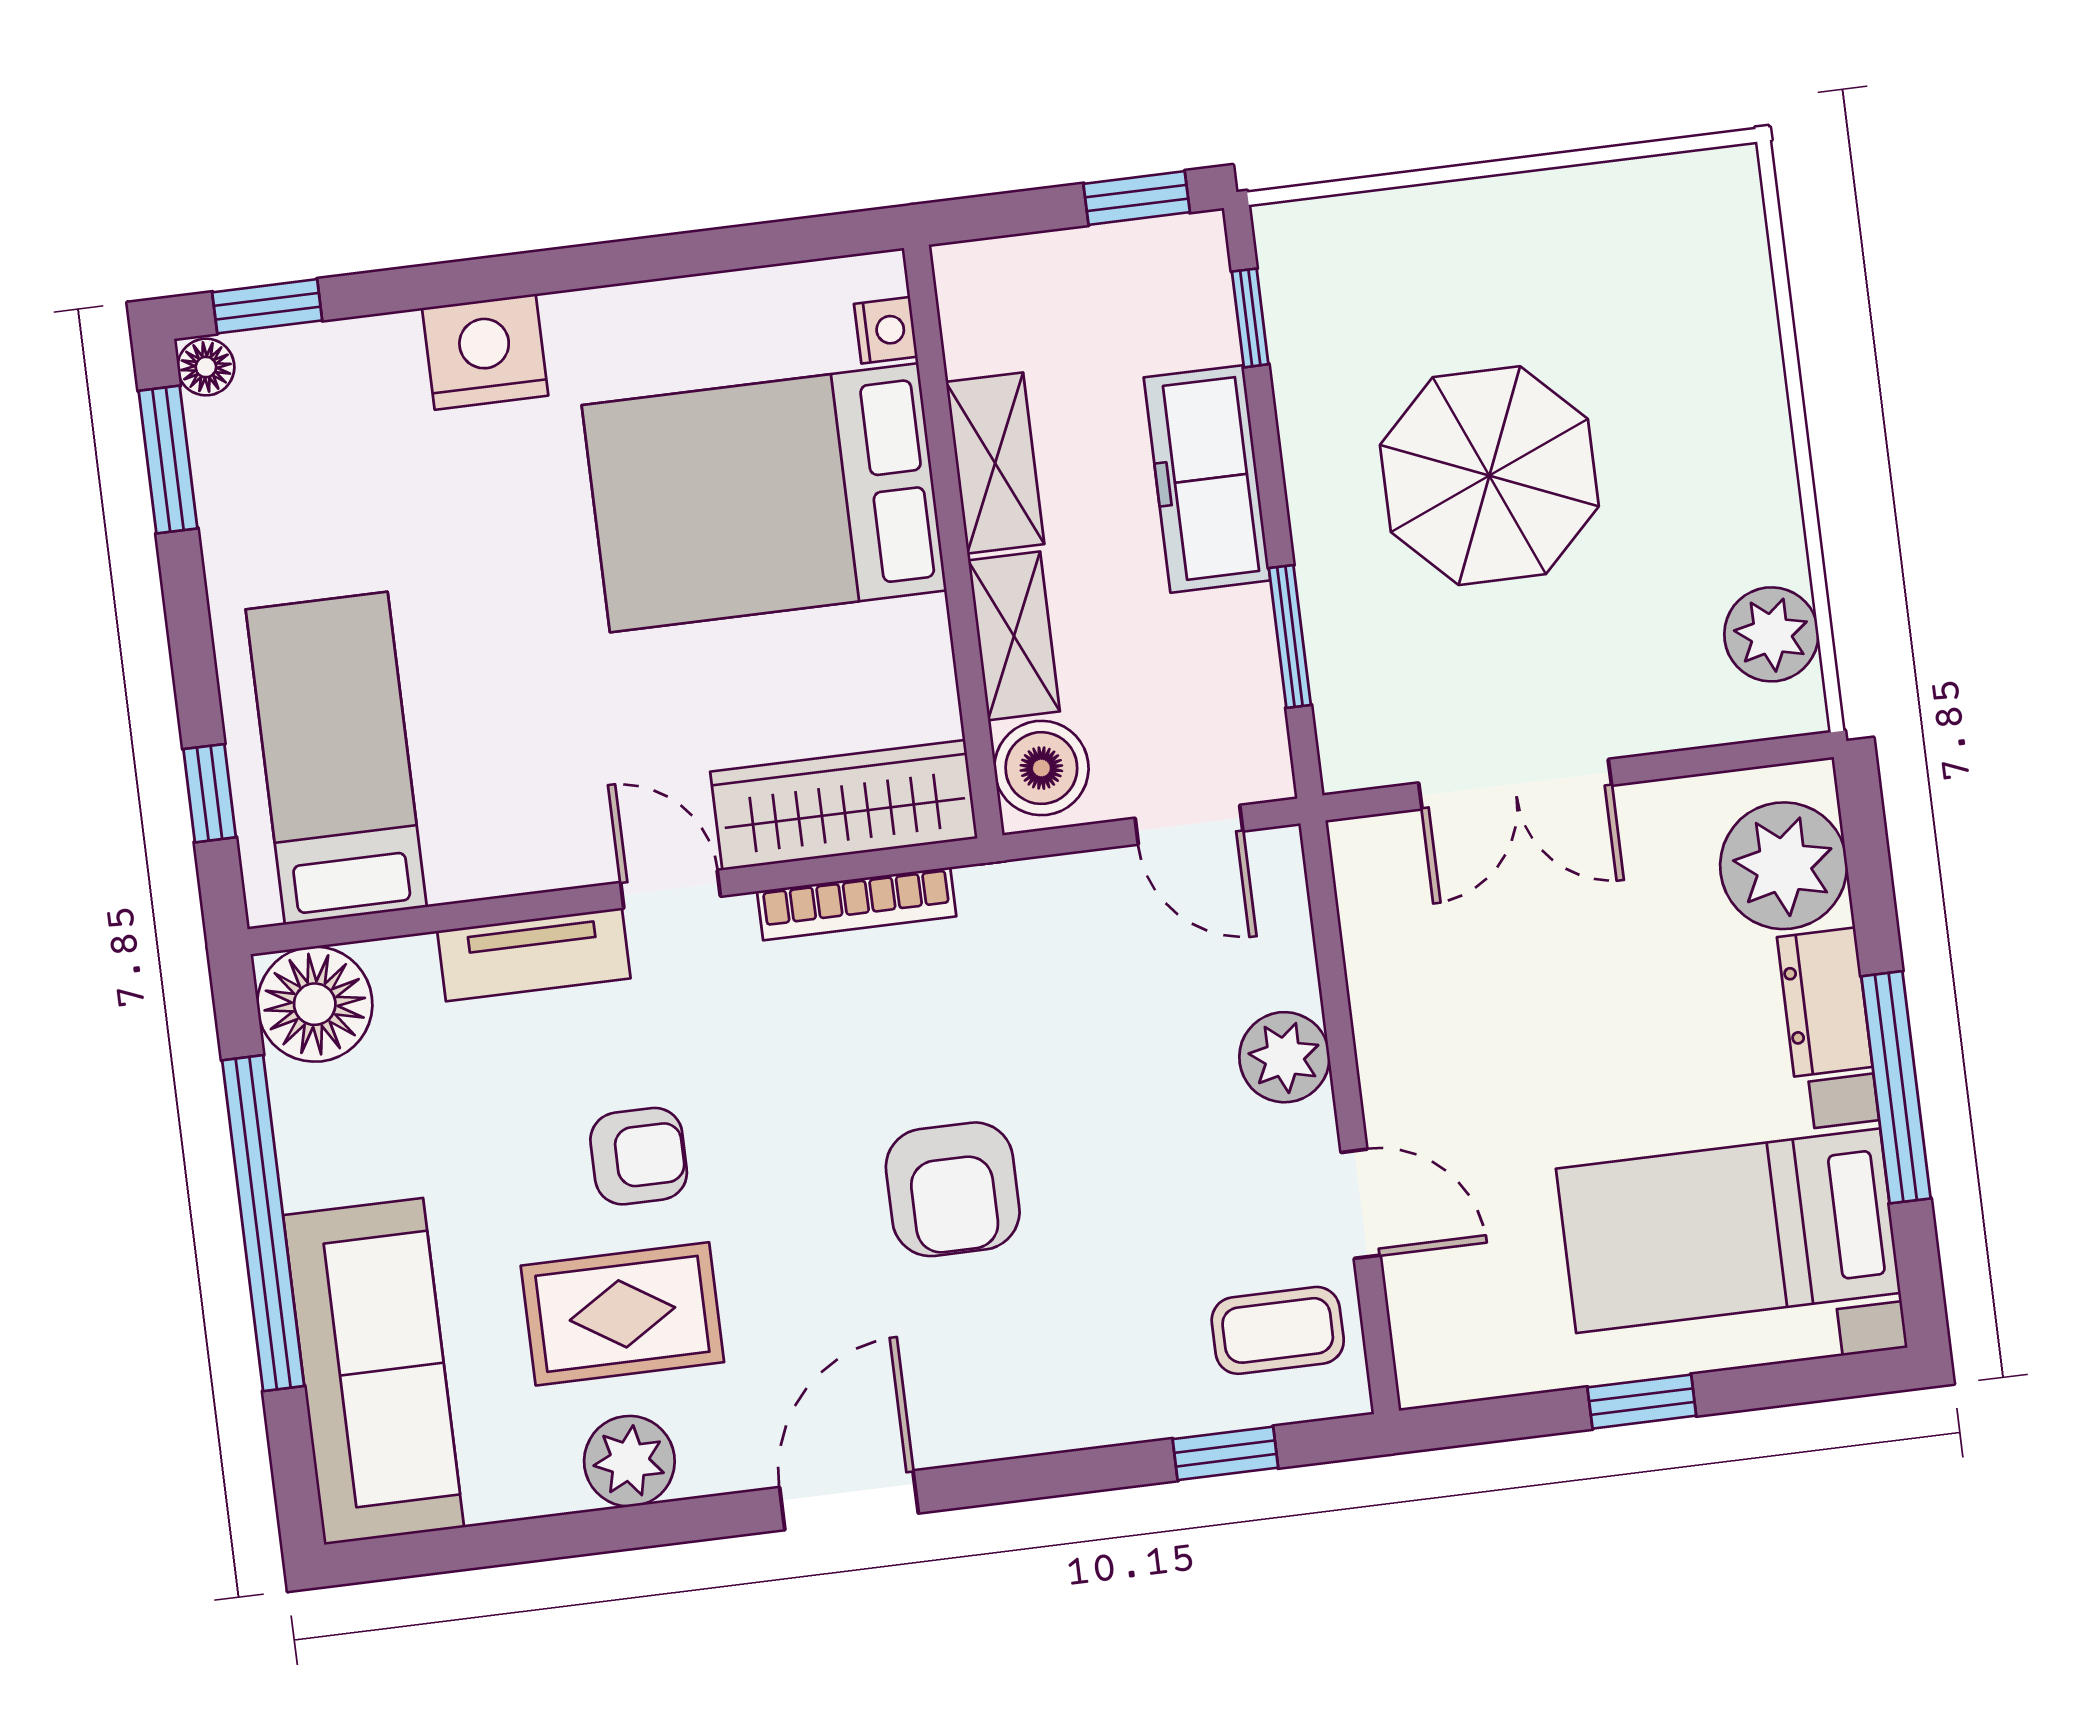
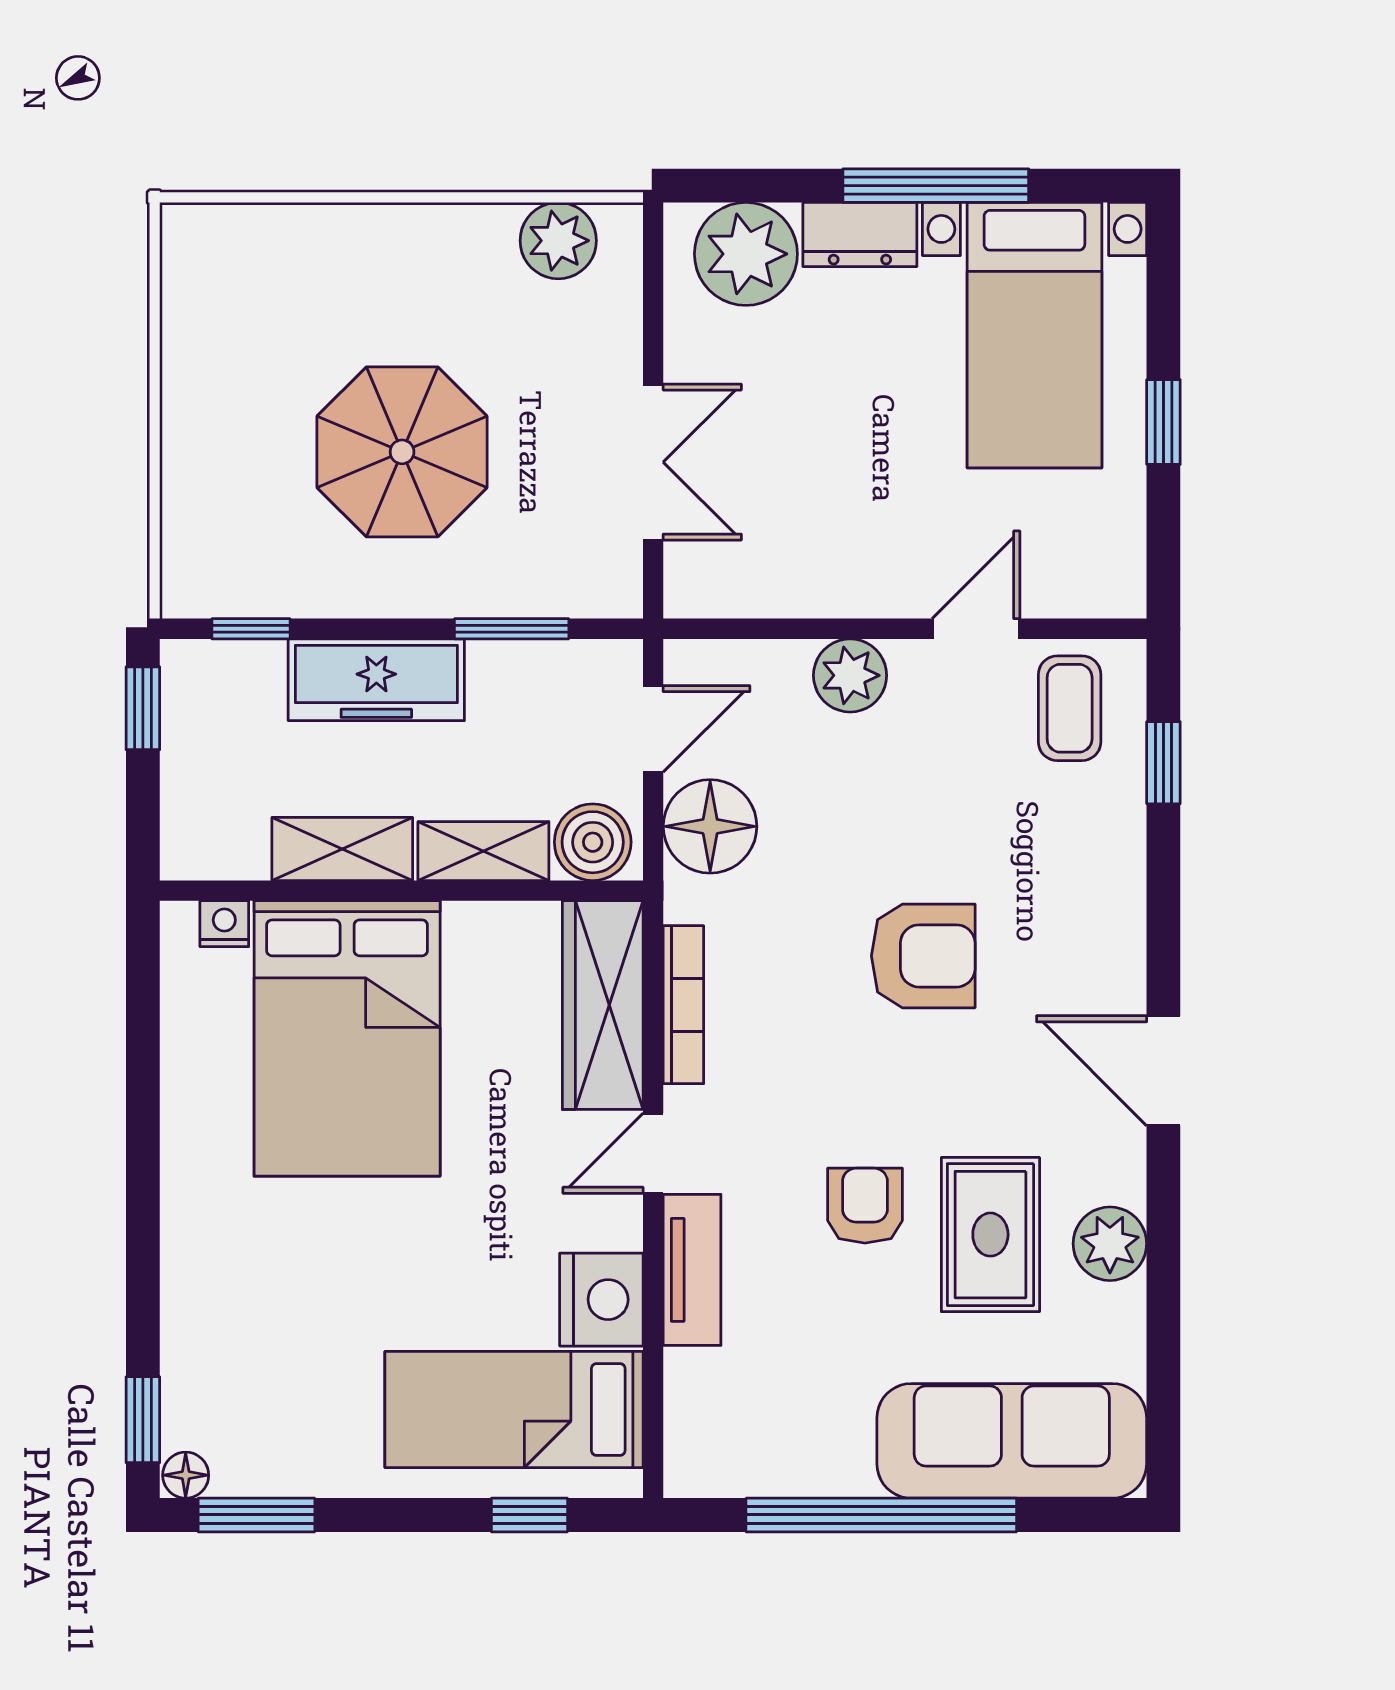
nightstand: (485, 352) -> (601, 1300), moved, turned 180
floor lamp: (315, 1004) -> (710, 826), moved

